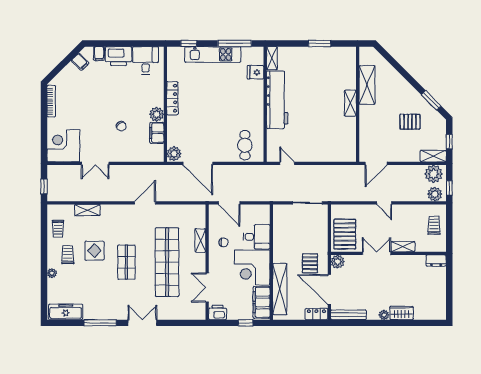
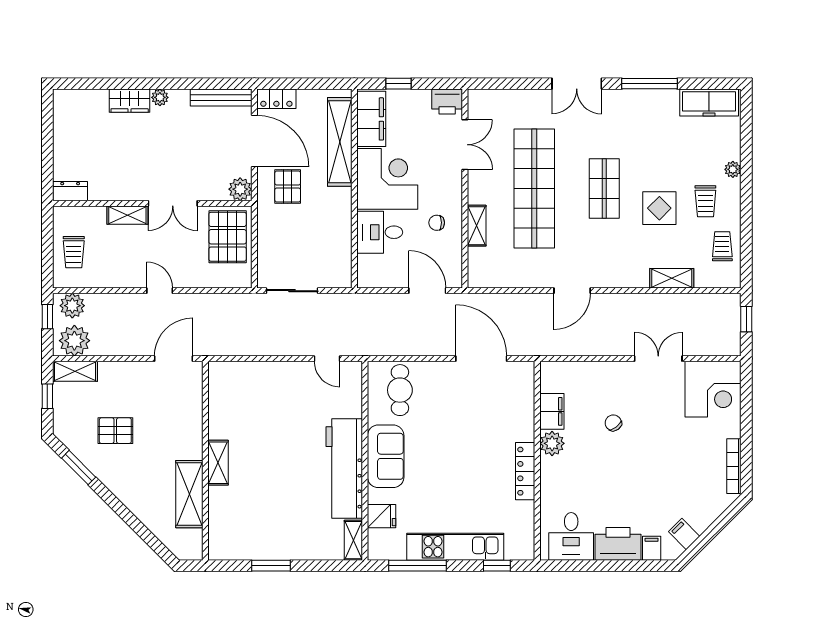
sofa: (253, 107) -> (386, 456), added
plant: (174, 154) -> (522, 376), removed

